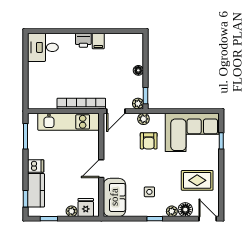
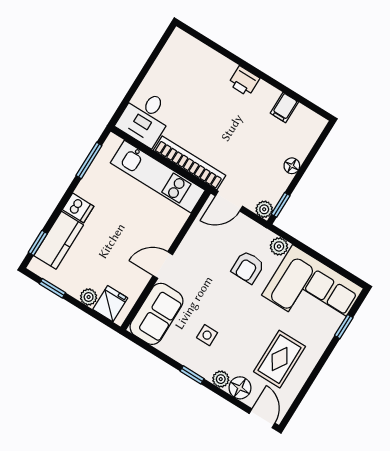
filing cabinet: (98, 41) -> (284, 108), moved
desk: (43, 47) -> (145, 117), moved, turned -90
plant: (143, 119) -> (279, 246), moved
rug: (197, 180) -> (280, 359), turned 90

